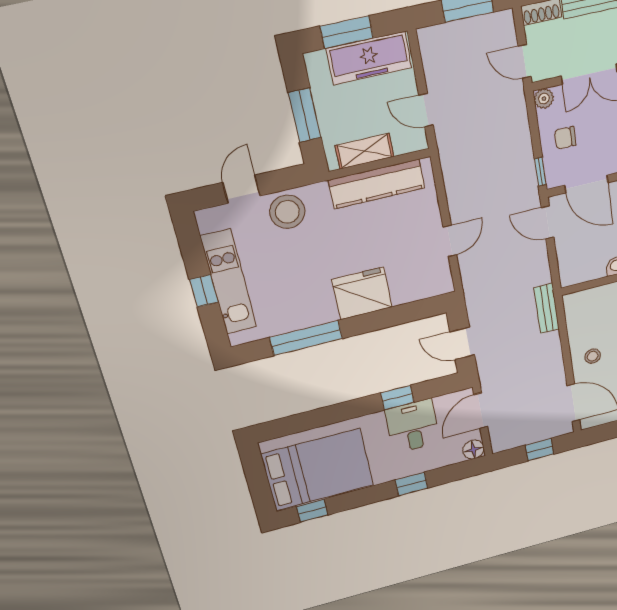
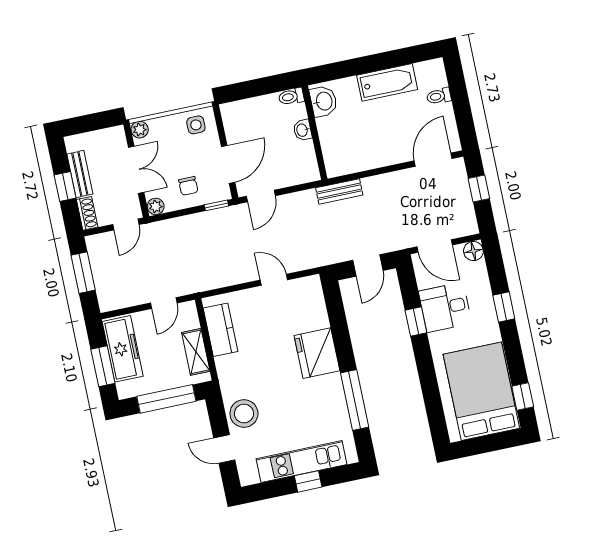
window: (305, 115) -> (166, 399), width x1.44
kitchen counter: (377, 184) -> (220, 330), width x0.67
stool: (593, 356) -> (388, 145), removed

